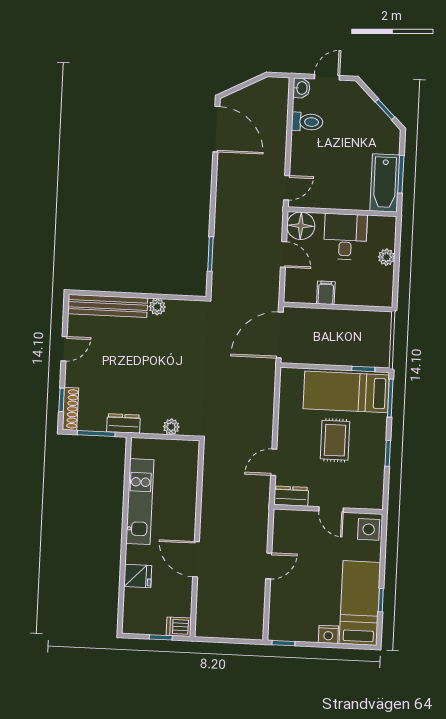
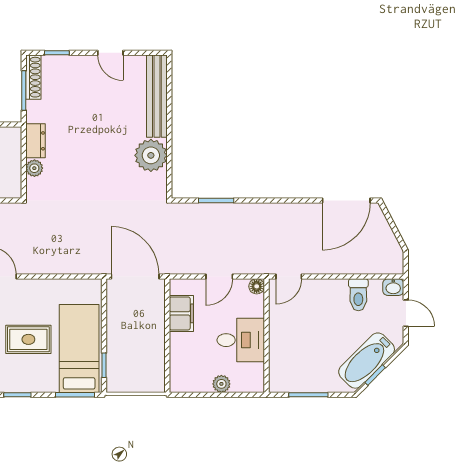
bathtub: (385, 183) -> (367, 361), moved, turned -45
door: (287, 188) -> (289, 277), hinge flipped
floor lamp: (301, 226) -> (257, 286), width x0.53, depth x0.53
filing cabinet: (326, 293) -> (181, 313), width x2.00
plant: (157, 307) -> (151, 155), width x1.88, depth x1.88
shoe rack: (70, 409) -> (33, 77), moved, turned -90
dresser: (123, 423) -> (35, 141), moved

